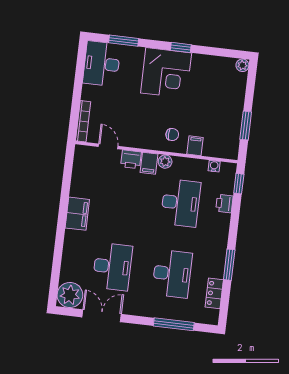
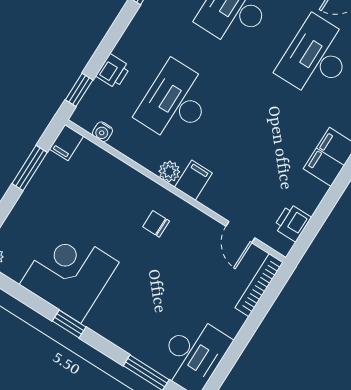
corner desk: (166, 73) -> (69, 273), moved
chair: (172, 134) -> (156, 224), moved
filing cabinet: (195, 146) -> (66, 143), moved
printer: (131, 159) -> (292, 223), moved, turned -90

